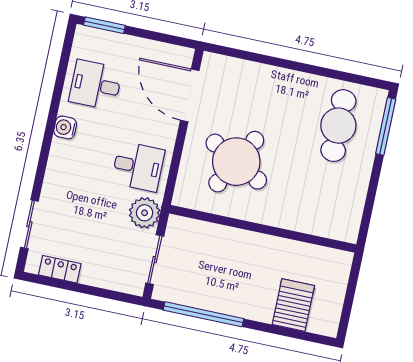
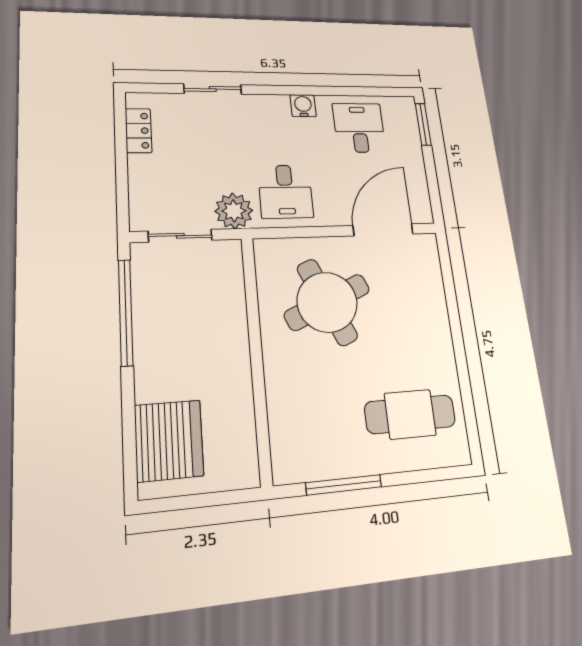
window: (386, 126) -> (344, 485), moved
round table: (236, 162) -> (327, 302), turned 37
sliding door: (29, 224) -> (213, 89), moved
server rack: (293, 305) -> (169, 440), width x1.60

